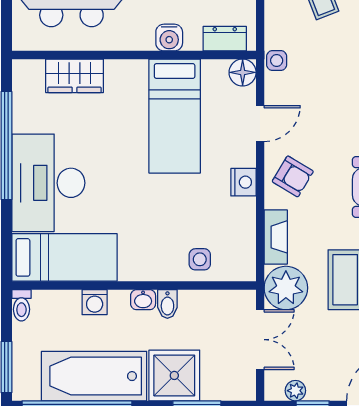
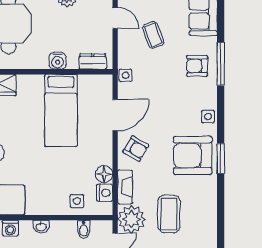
floor lamp: (243, 72) -> (104, 174), moved
door: (260, 124) -> (115, 115), width x1.38
nightstand: (243, 182) -> (105, 193), moved
bidet: (167, 304) -> (84, 229), moved

